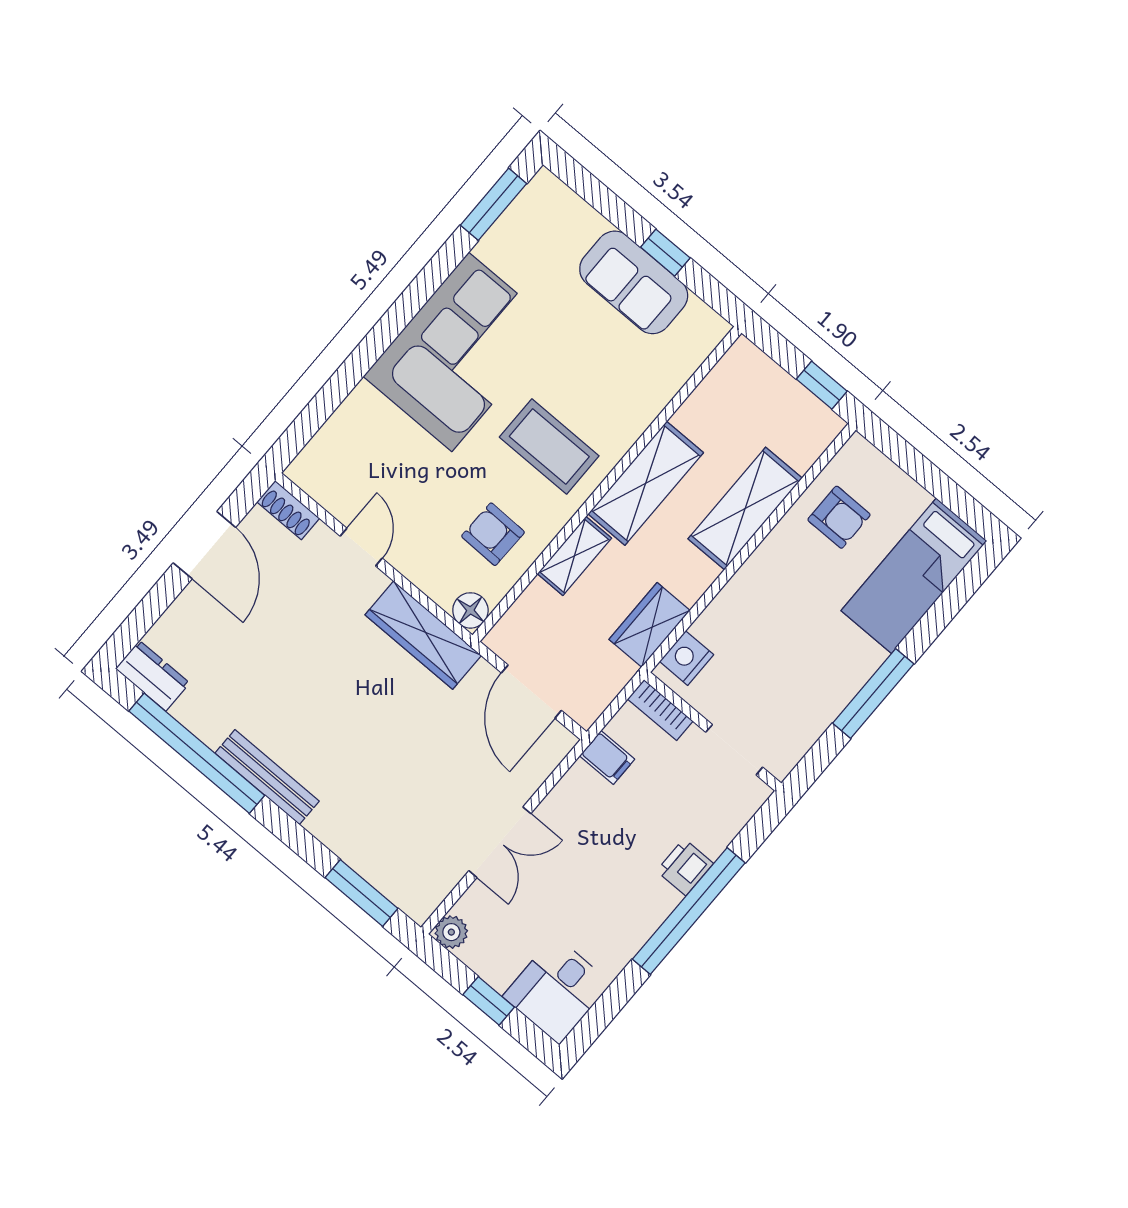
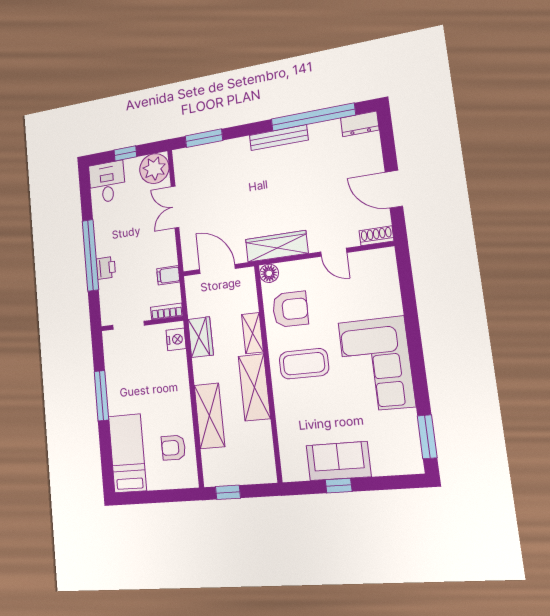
armchair: (493, 534) -> (290, 309), width x1.38, depth x1.38
plant: (451, 932) -> (154, 169), width x1.87, depth x1.87

